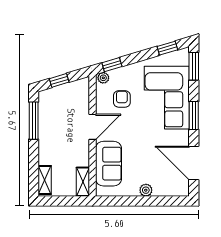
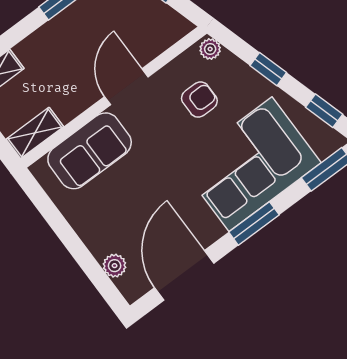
window: (112, 65) -> (268, 69), moved
door: (93, 127) -> (126, 87), swing flipped
plant: (146, 190) -> (115, 266), moved

